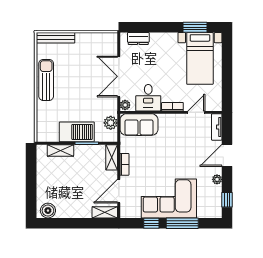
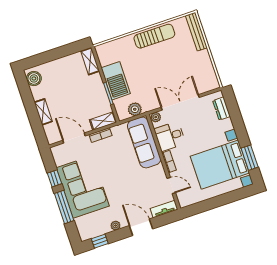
bed with nightstands: (200, 58) -> (220, 165), width x1.36
sofa: (139, 125) -> (144, 142), width x1.36
shelving: (60, 150) -> (90, 61), moved
shelving: (105, 212) -> (43, 112), moved

